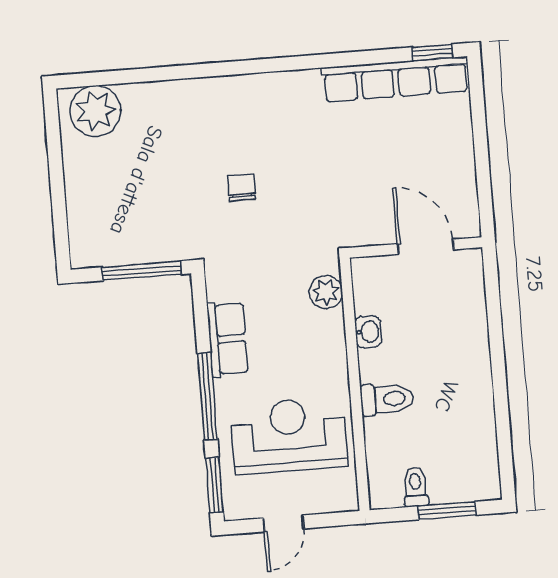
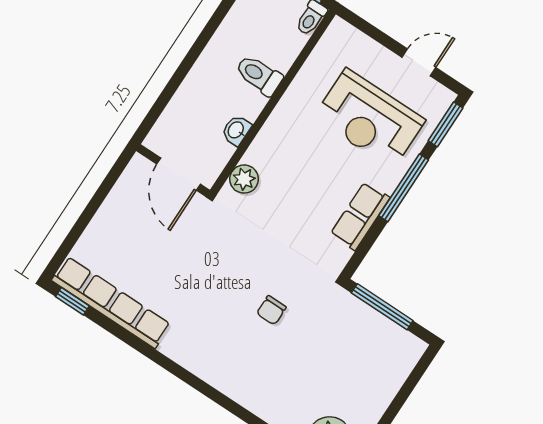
plant: (326, 292) -> (244, 179), moved
washbasin: (368, 332) -> (236, 130), moved
wall: (355, 384) -> (273, 102), moved
toilet: (387, 399) -> (259, 75), moved

